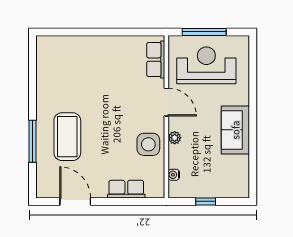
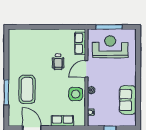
wheelchair: (119, 90) -> (58, 62), added
door: (166, 102) -> (86, 69), swing flipped
sofa: (235, 130) -> (128, 100), moved

